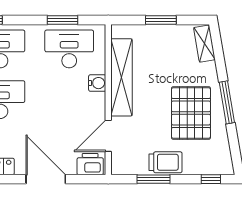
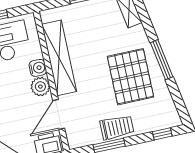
plant: (96, 103) -> (40, 87), added

